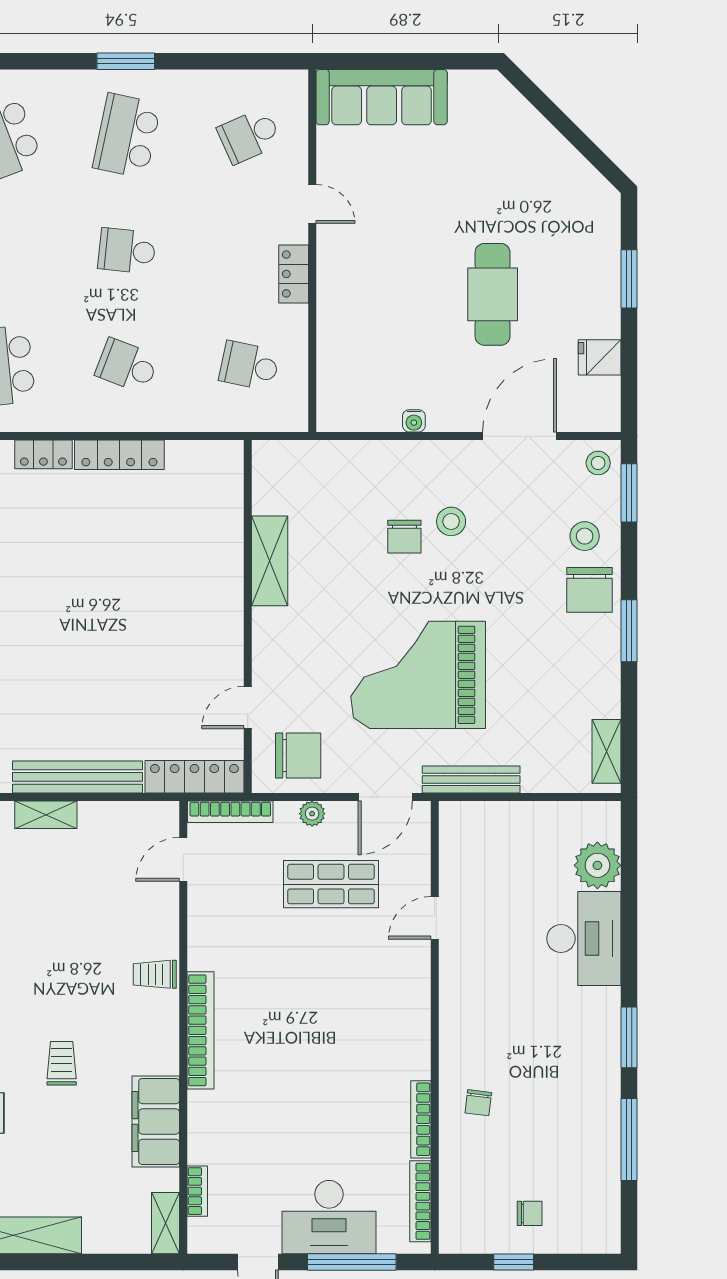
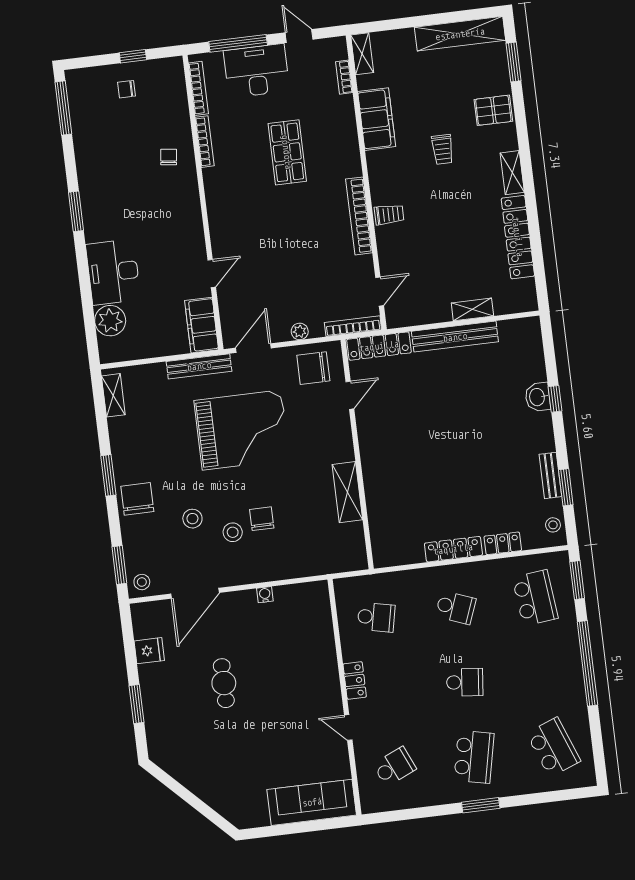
cafe table: (493, 294) -> (224, 683), width x0.73, depth x0.74
stool: (585, 536) -> (192, 519), moved
filing cabinet: (460, 841) -> (202, 325), added
shop shelf: (331, 884) -> (287, 152), moved, turned 90
bookcase: (200, 1030) -> (359, 216), moved
window: (629, 1139) -> (63, 108), moved

